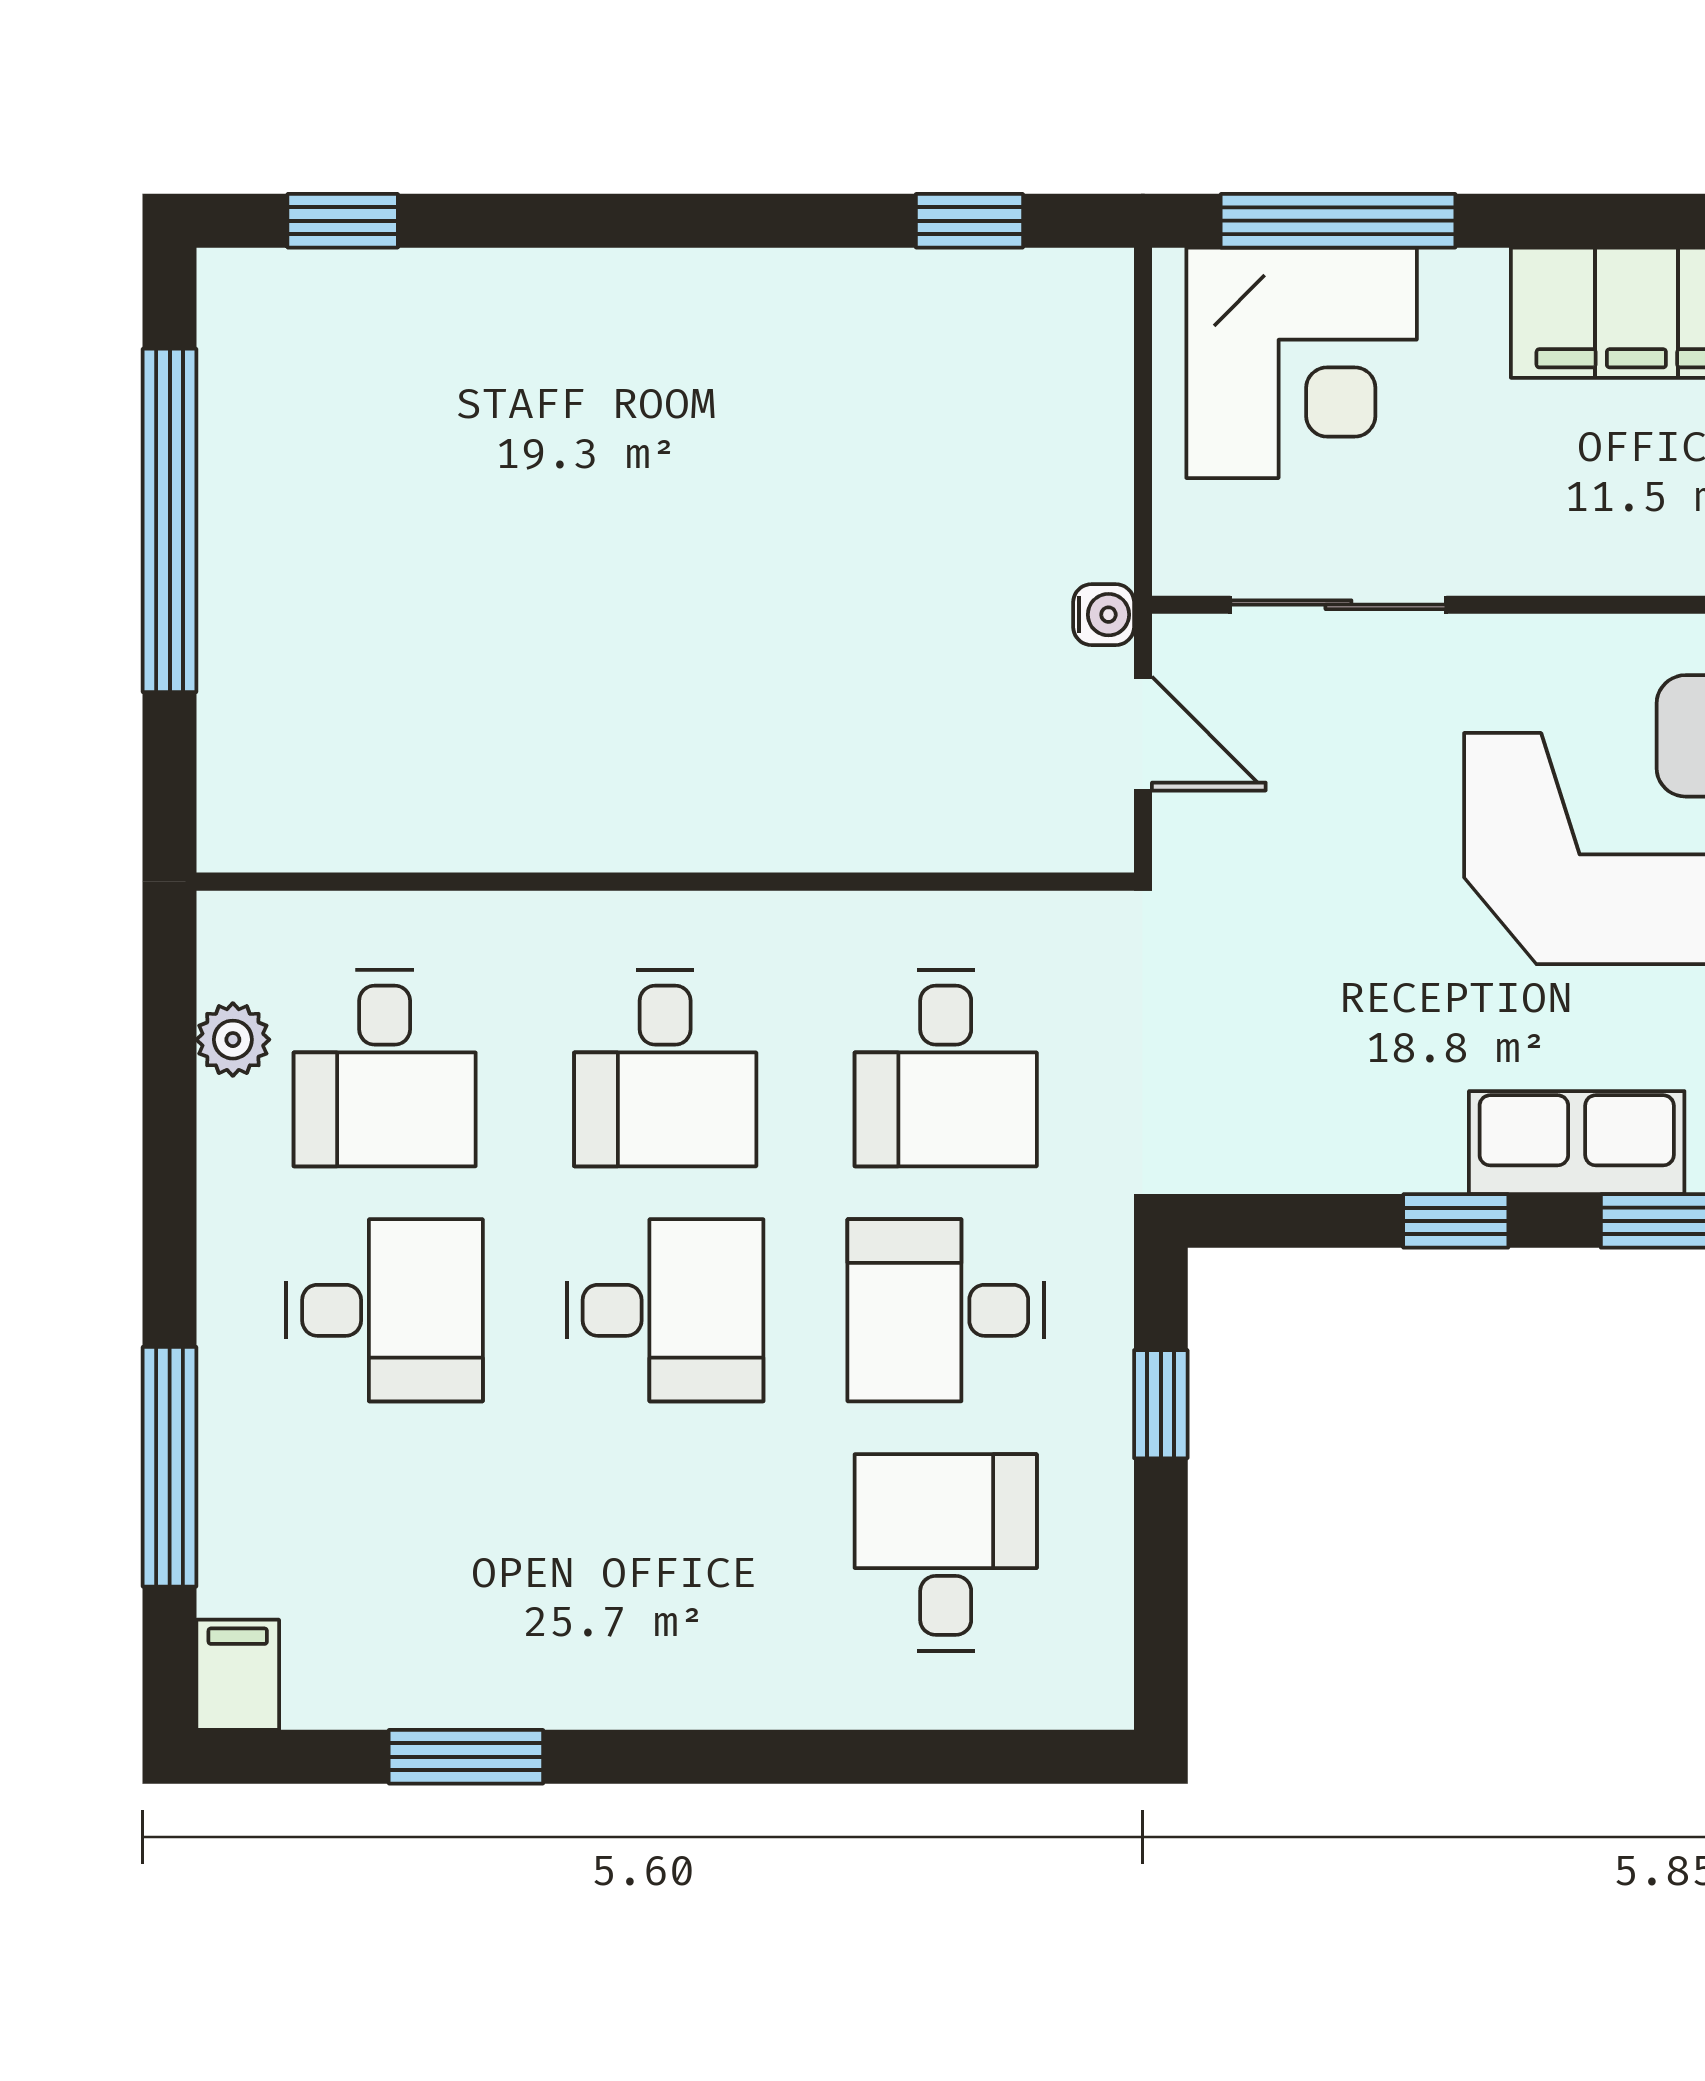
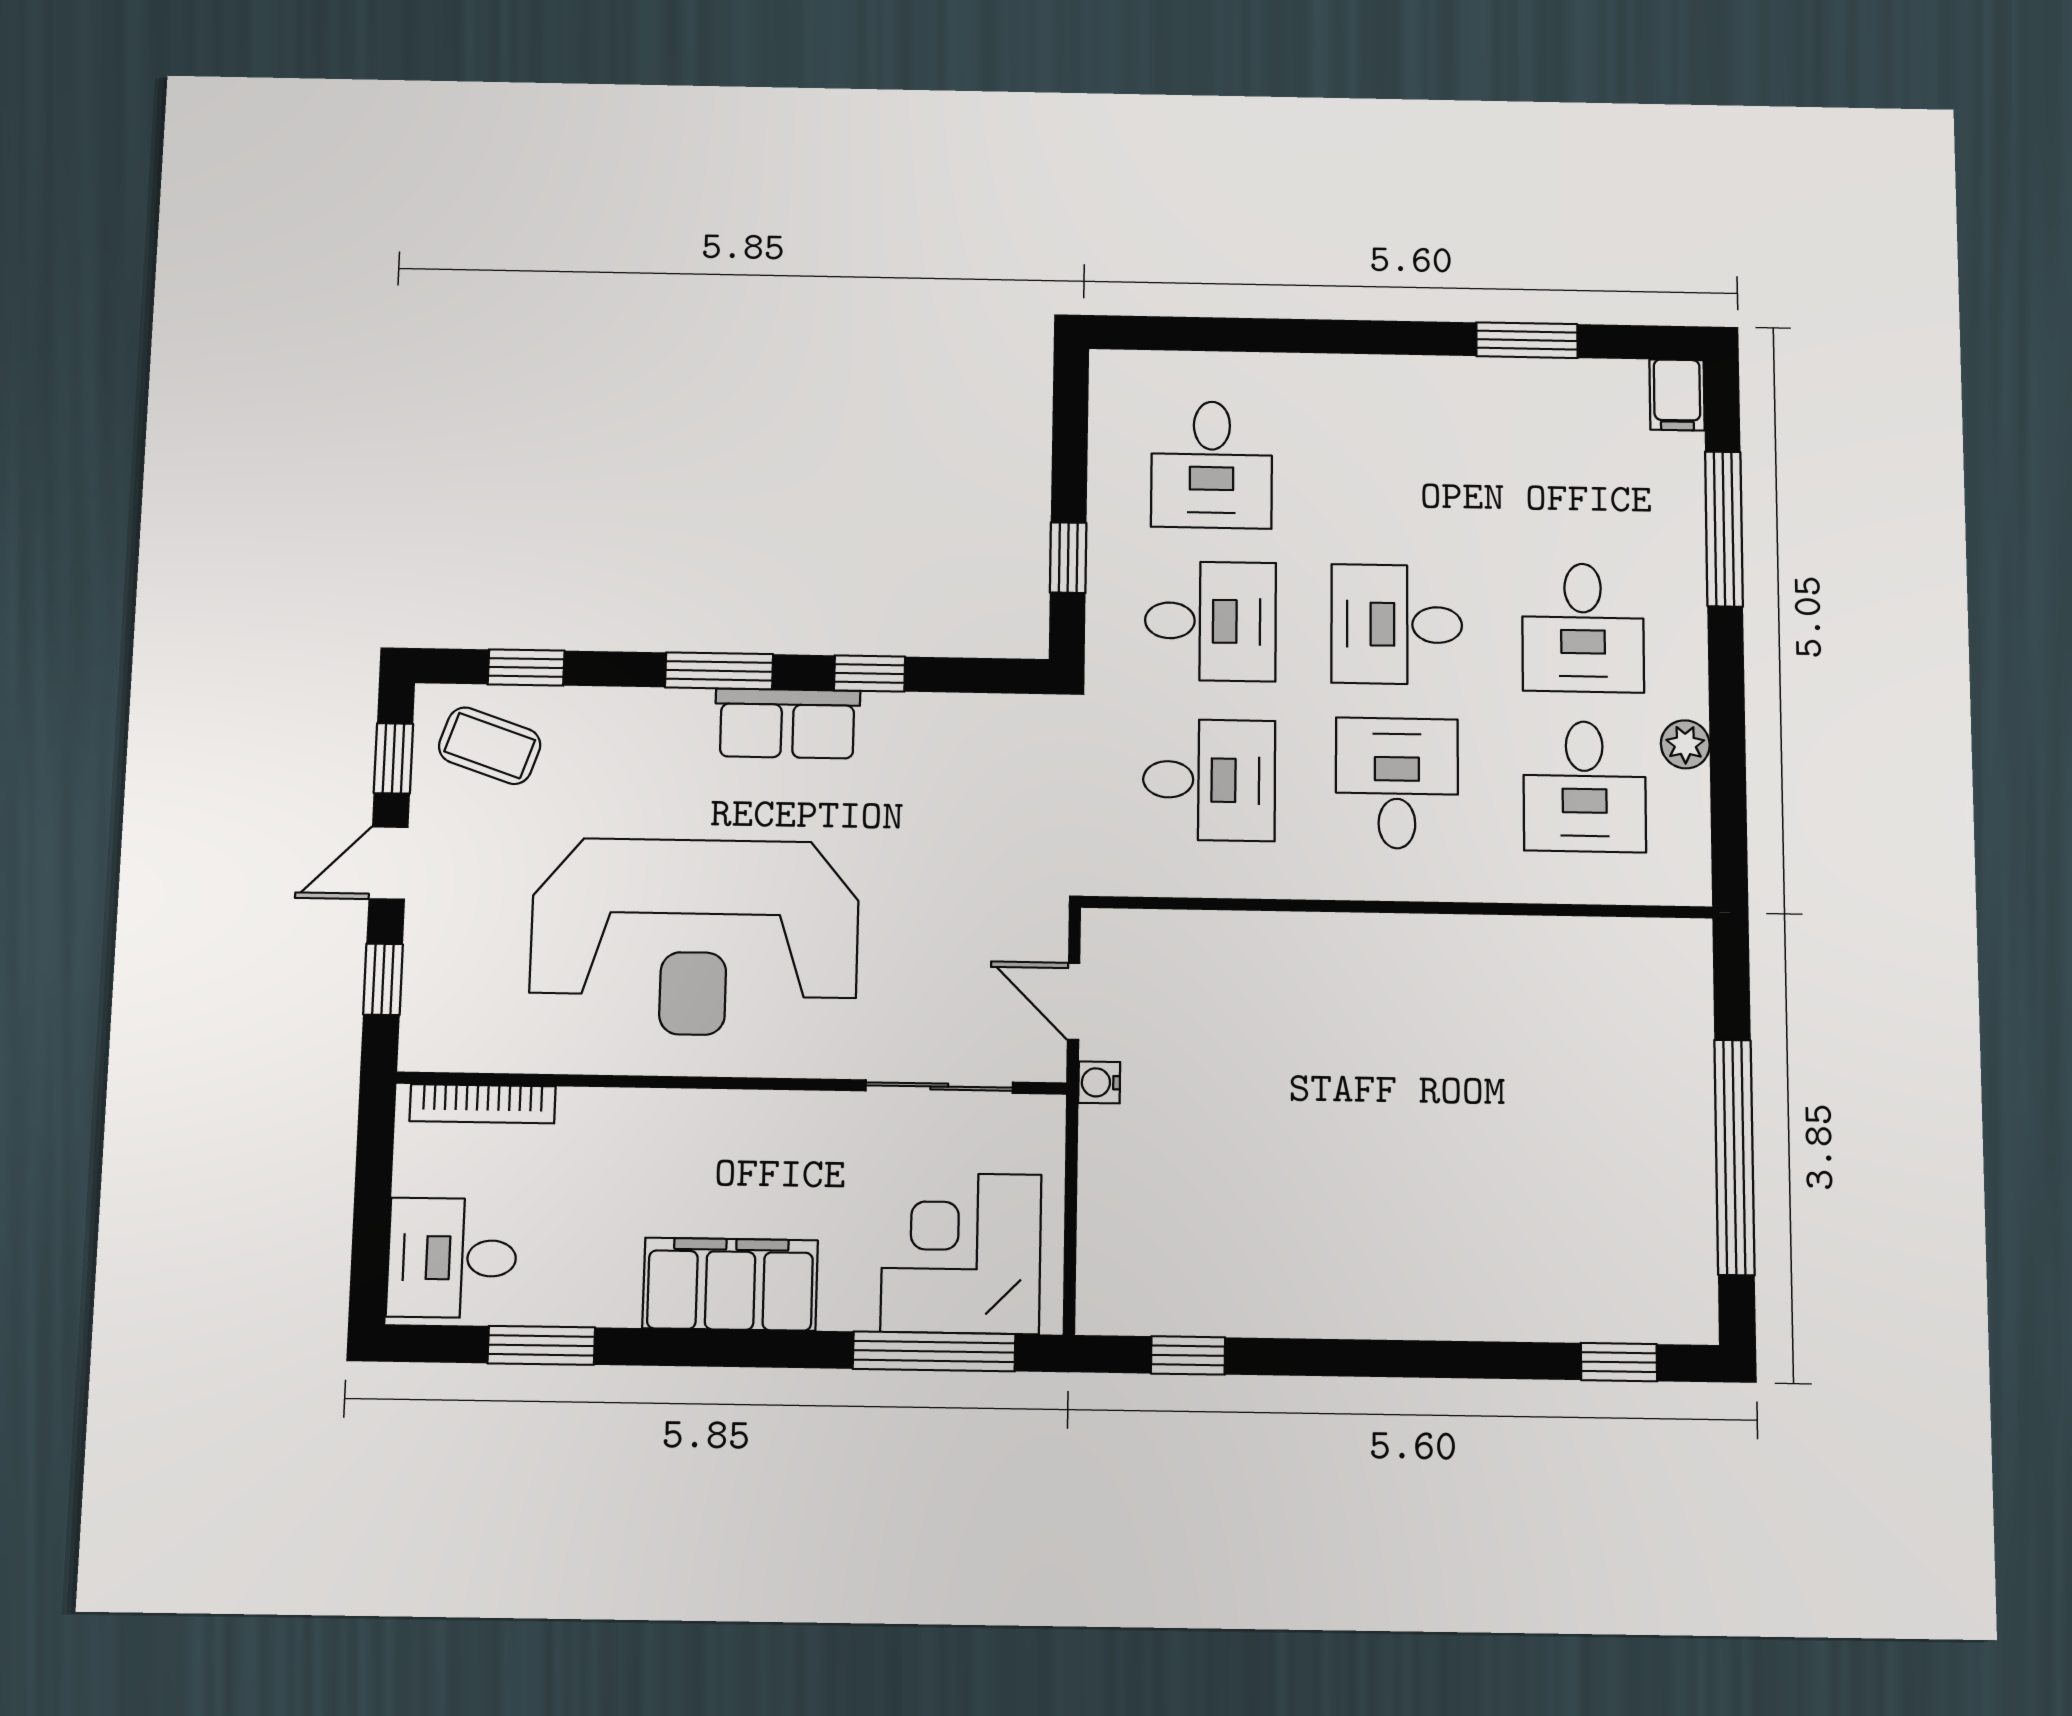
plant: (233, 1040) -> (1685, 744), moved
desk: (385, 1068) -> (1585, 786), turned 180
desk: (946, 1068) -> (1209, 780), turned 90
desk: (385, 1310) -> (1583, 628), turned -90

